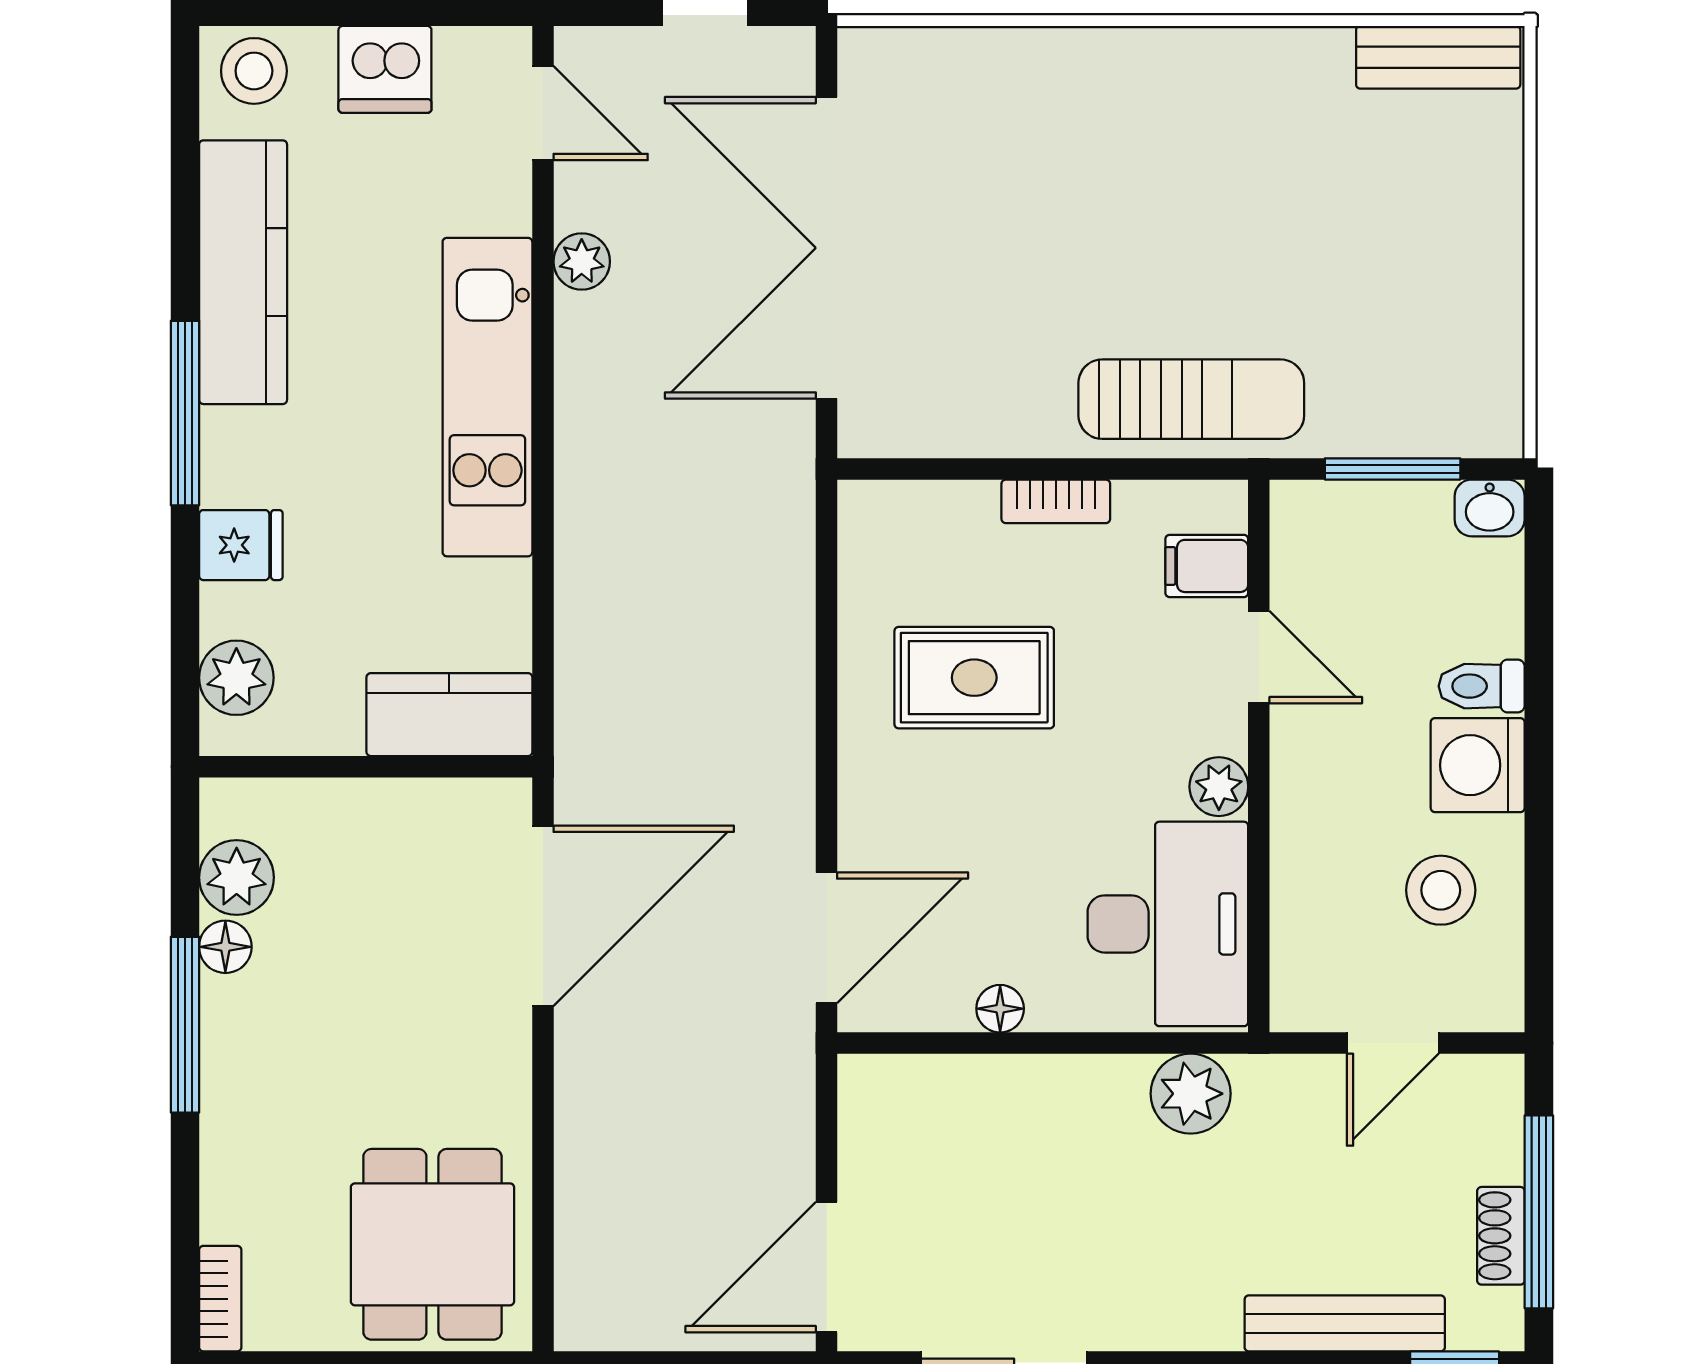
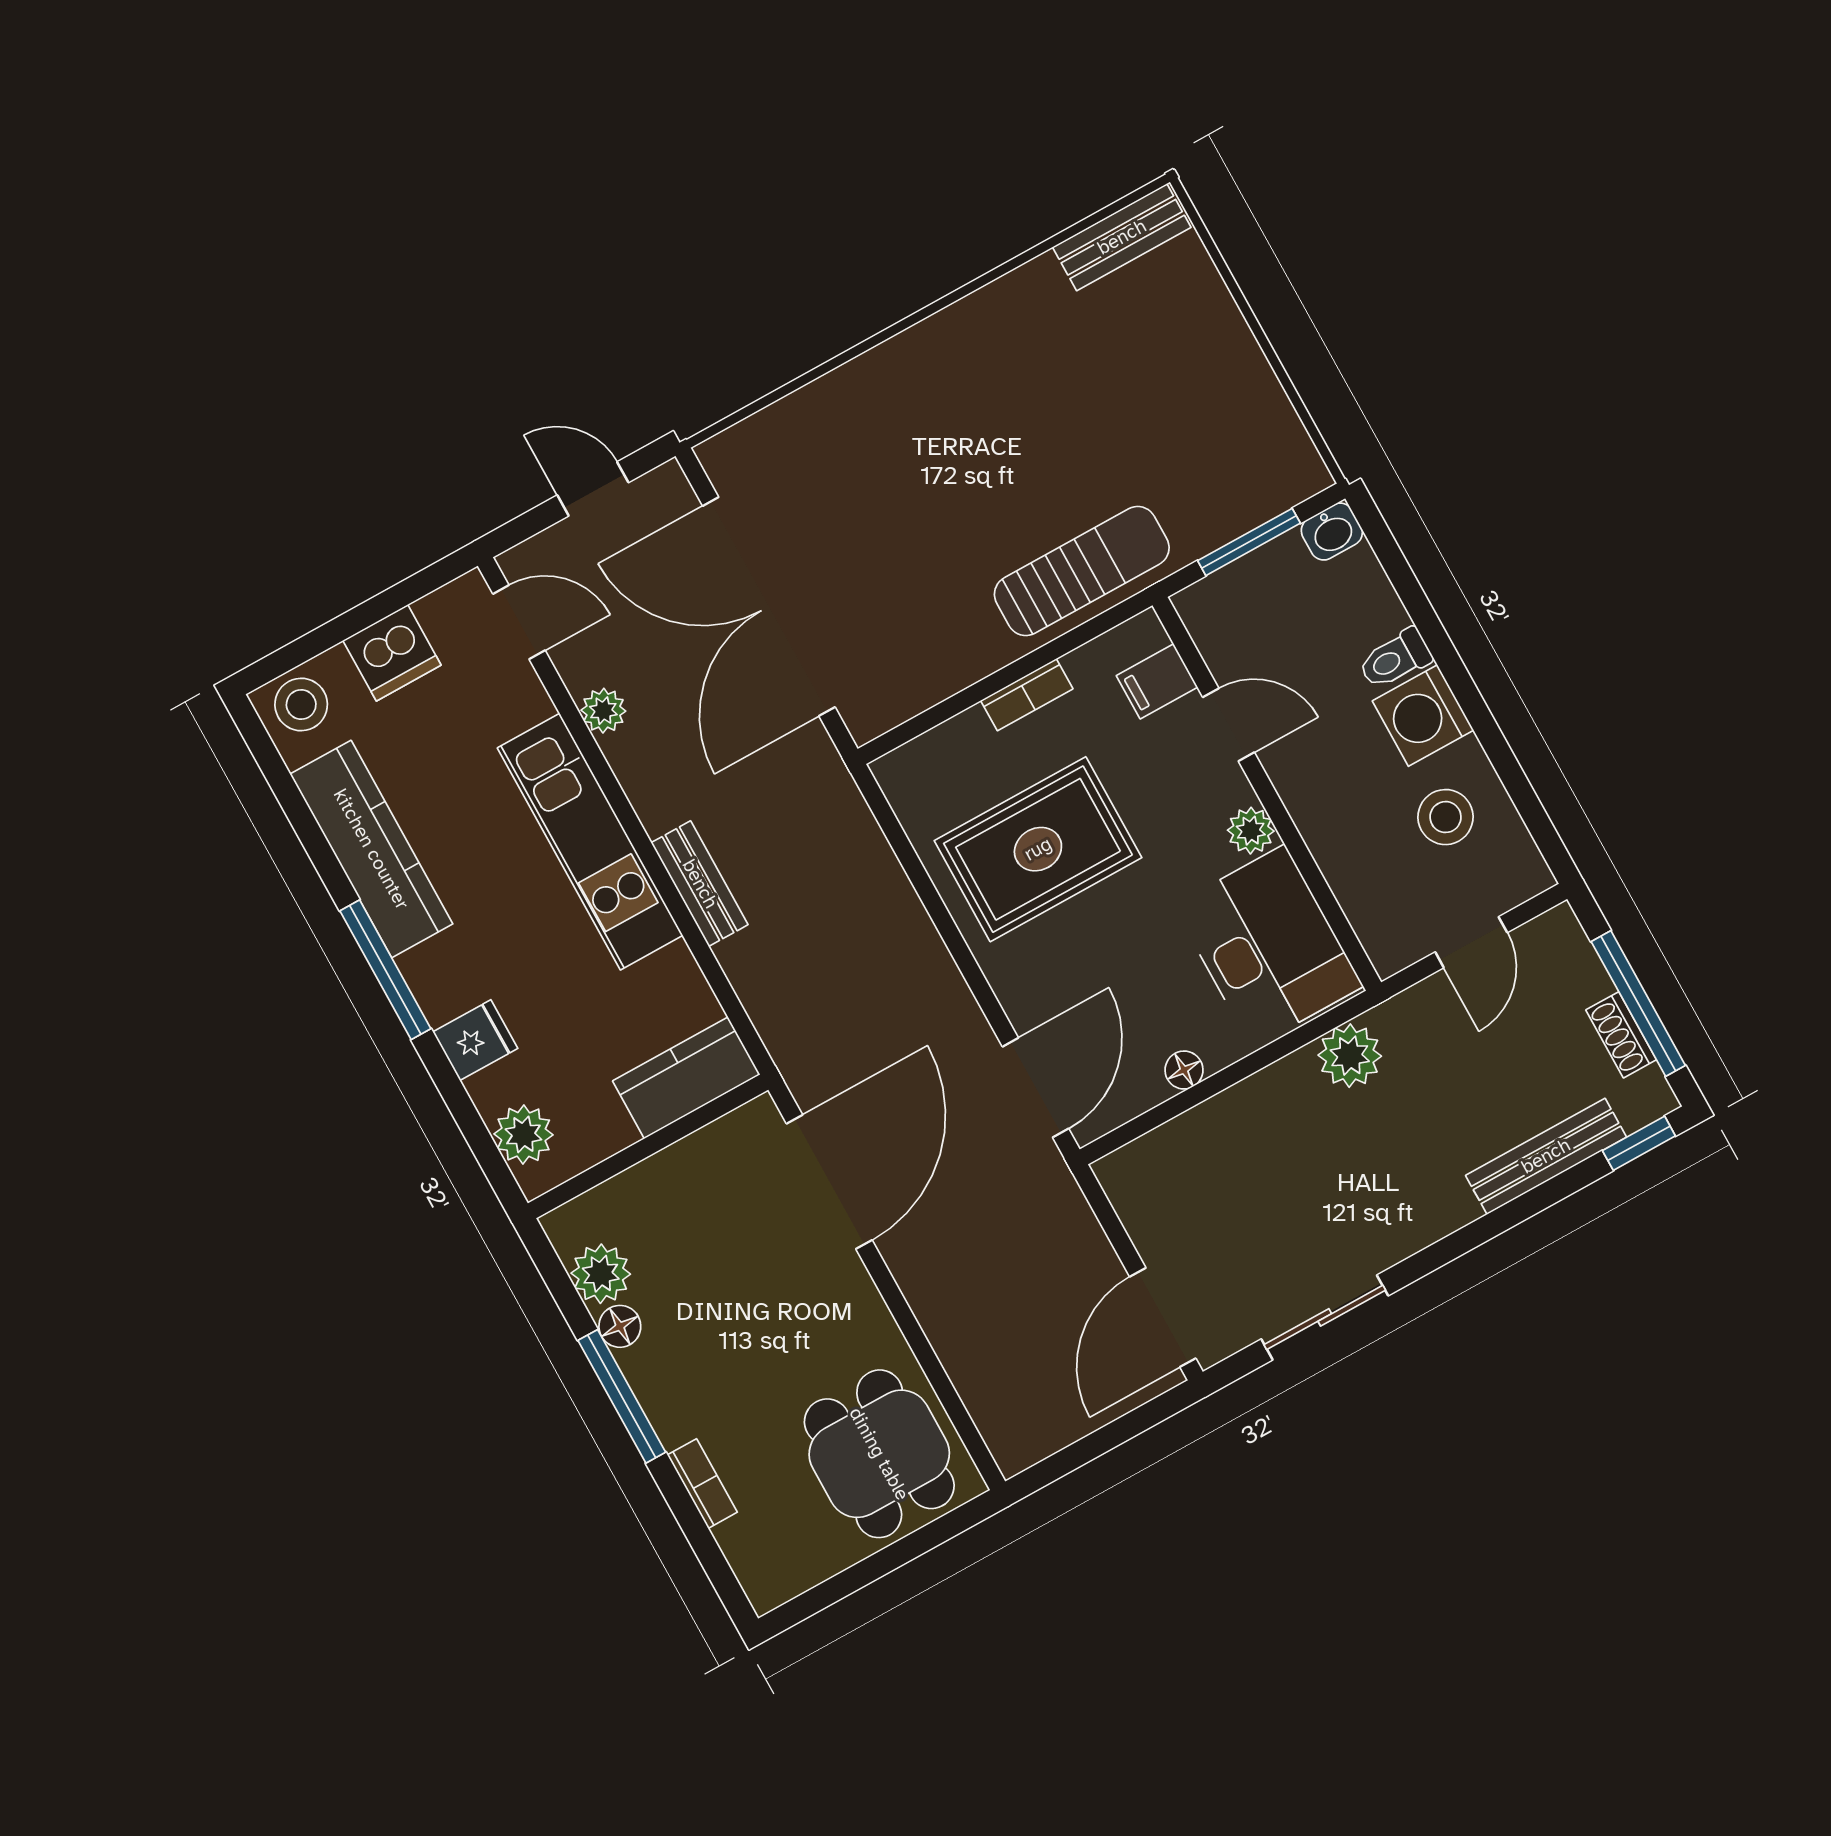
bench: (582, 510) -> (700, 884), added
rug: (974, 678) -> (1038, 849), width x1.36, depth x1.43
bookcase: (220, 1299) -> (702, 1484), moved

